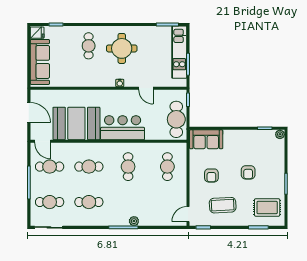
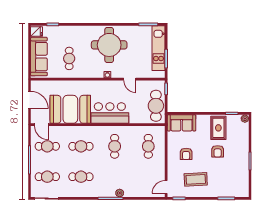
cafe table: (89, 46) -> (69, 58), moved
round table: (122, 48) -> (109, 45), width x1.36, depth x1.36
rug: (267, 207) -> (218, 128), moved, turned 90

